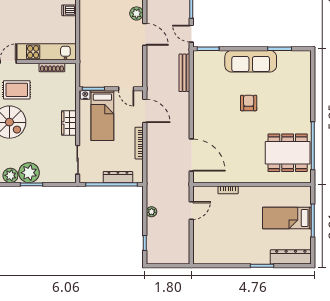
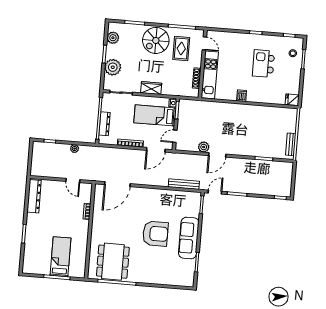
plant: (137, 13) -> (204, 147), moved
armchair: (249, 103) -> (155, 234), width x1.88, depth x1.88
plant: (29, 173) -> (113, 67), moved
dresser: (291, 257) -> (34, 196), moved

